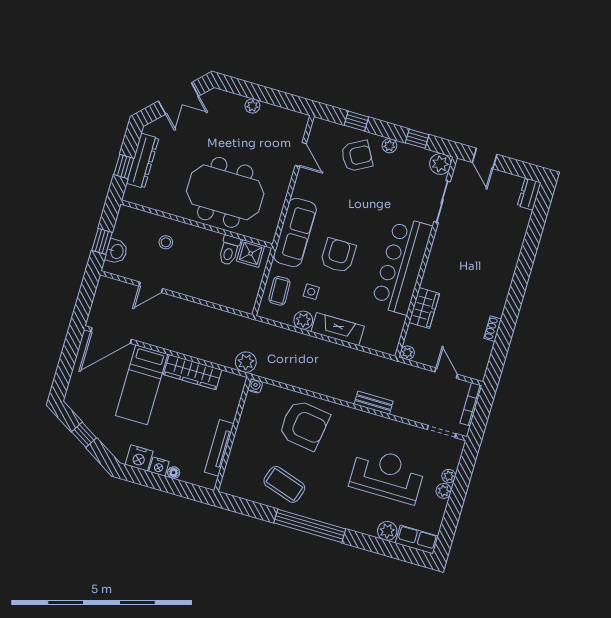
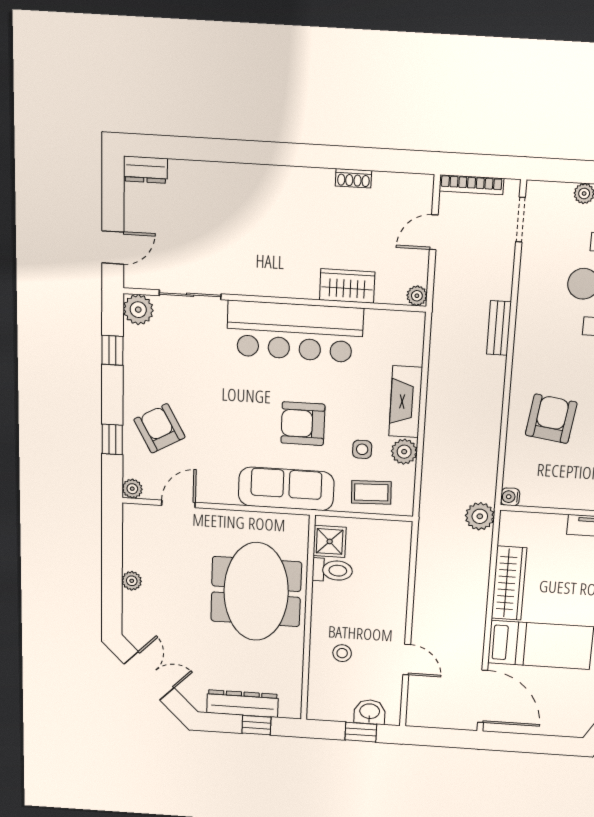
plant: (389, 146) -> (132, 489), moved
armchair: (304, 425) -> (551, 419), width x0.73, depth x0.73

